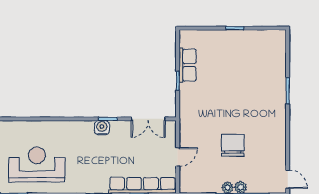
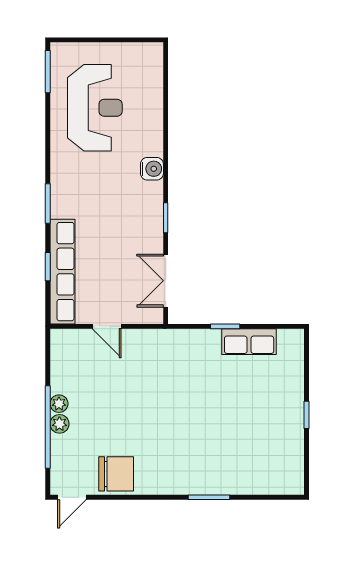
water cooler: (102, 128) -> (152, 169), moved
chair: (233, 145) -> (116, 474), moved

